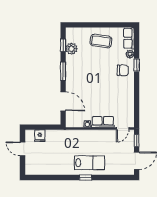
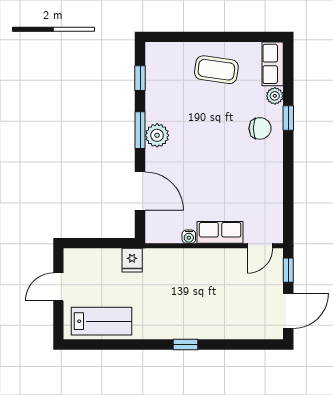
plant: (72, 49) -> (157, 135), moved
fridge: (40, 136) -> (132, 260), moved
door: (23, 149) -> (58, 287), hinge flipped
lab bench: (90, 163) -> (101, 321), moved

